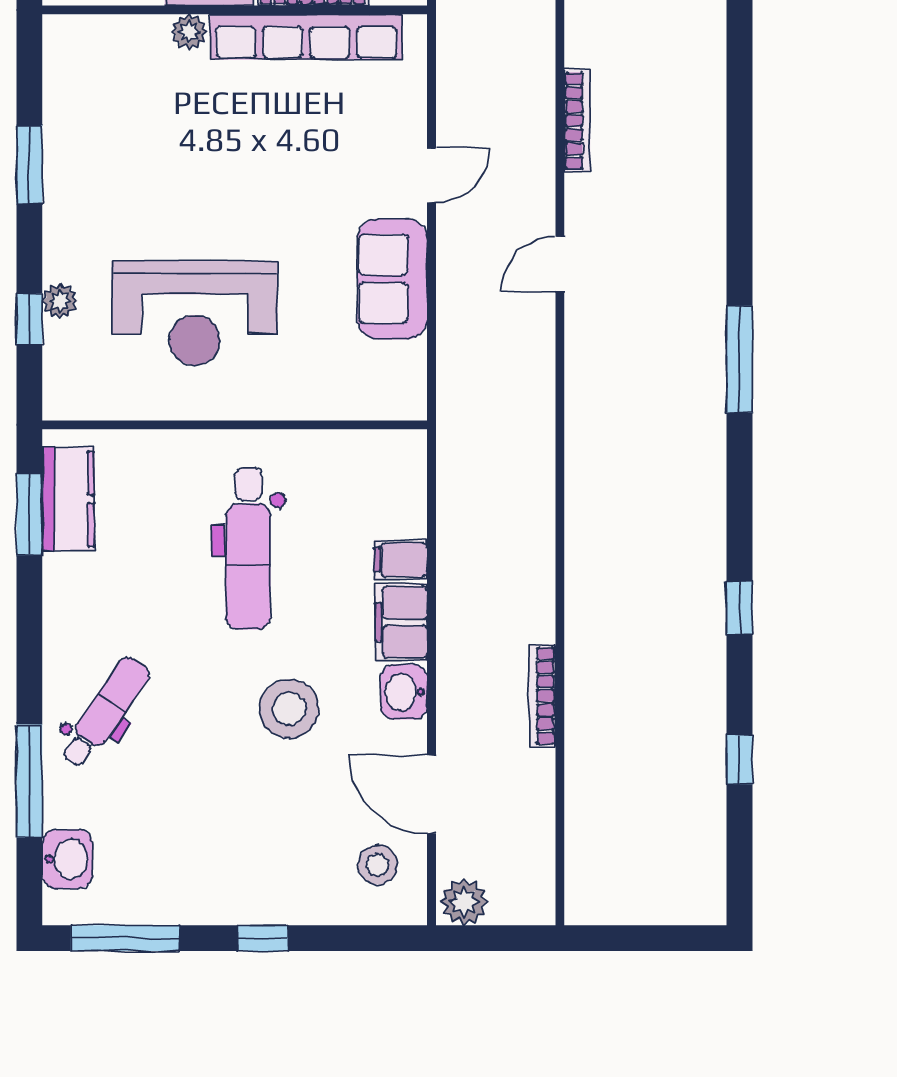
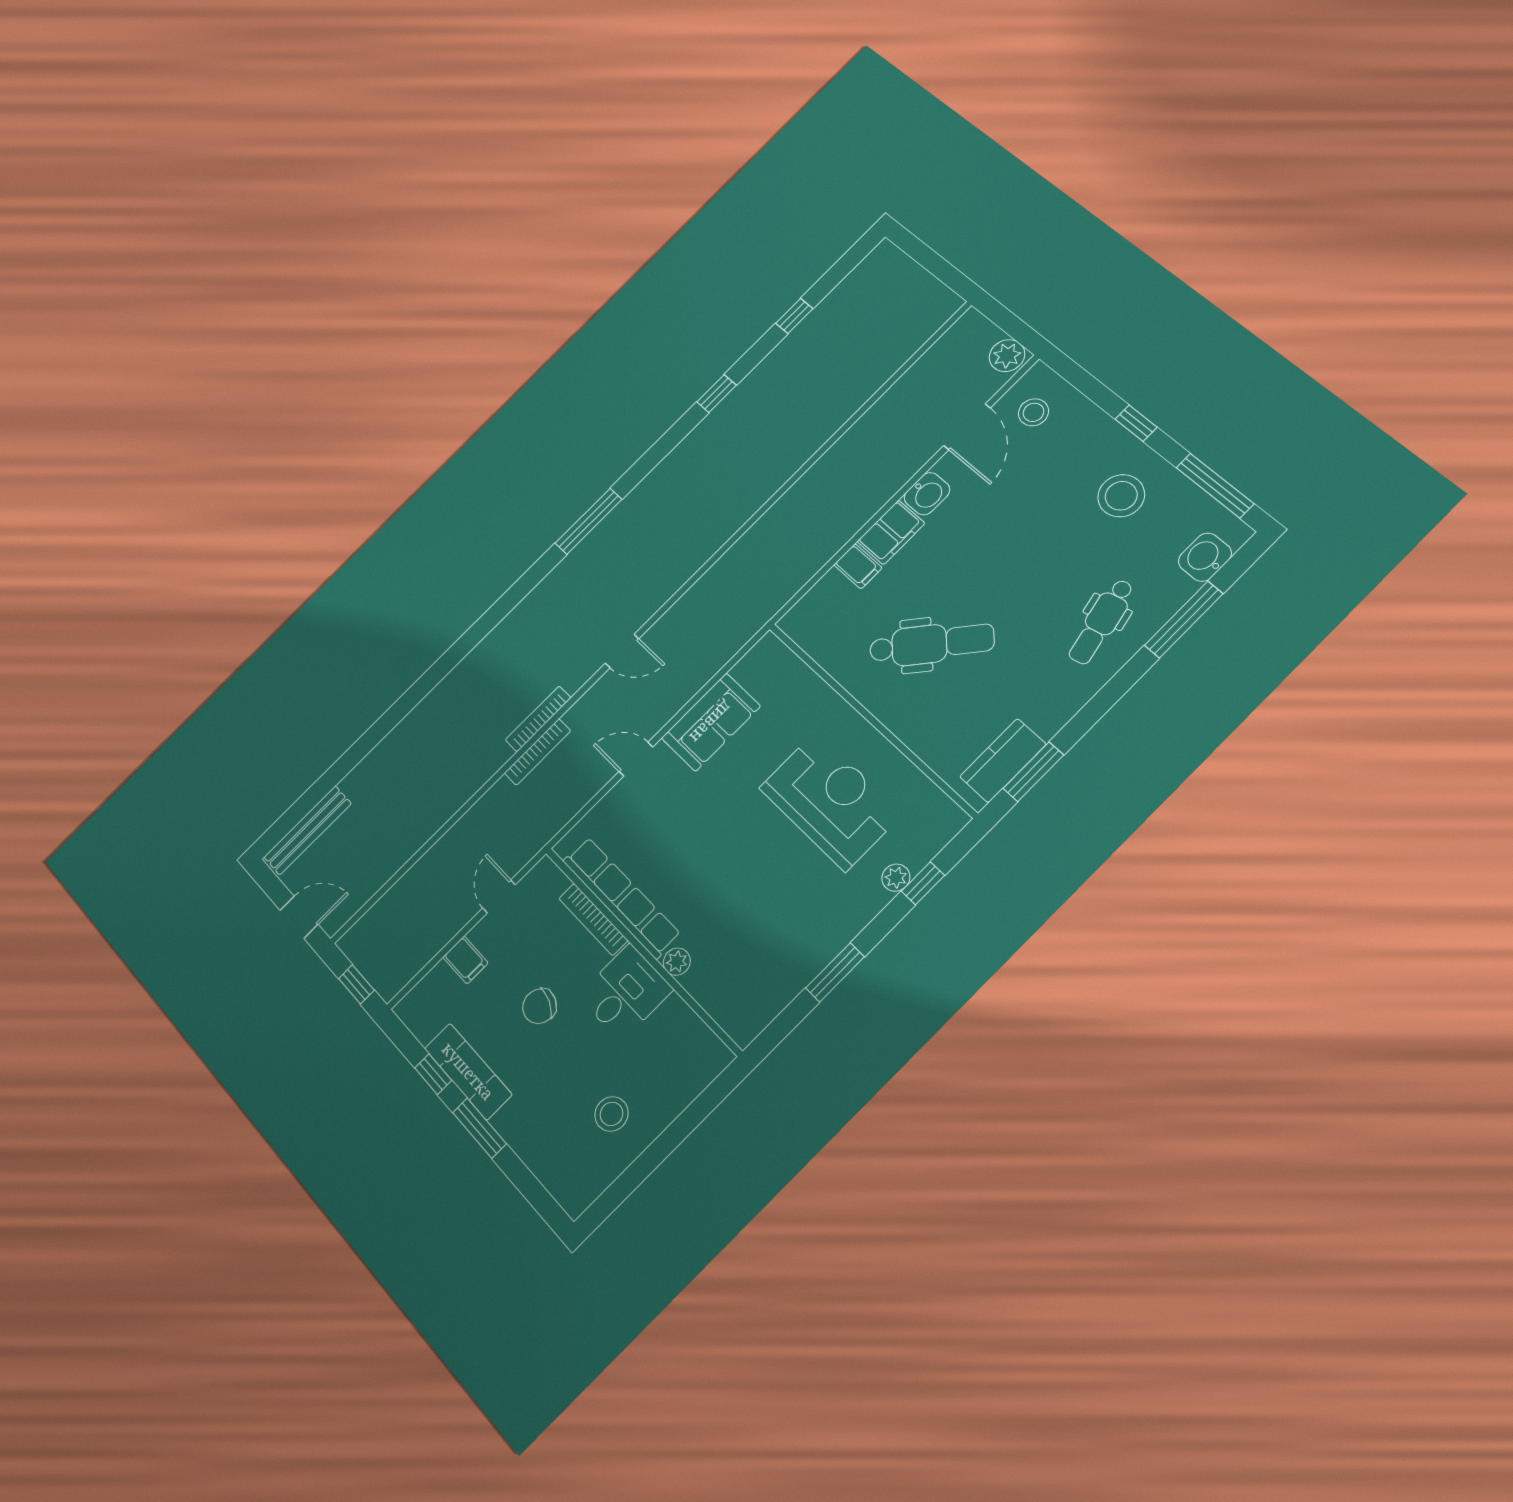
dental chair: (248, 549) -> (932, 644), turned 42
bookcase: (542, 696) -> (538, 752), moved
stool: (289, 709) -> (1121, 496), moved
dental chair: (105, 712) -> (1101, 622), turned -48

